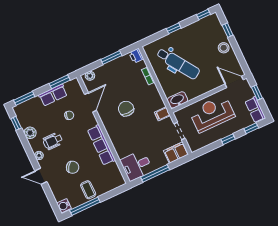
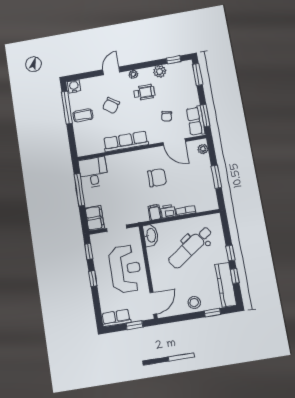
window: (203, 14) -> (235, 276), moved
kitchen counter: (202, 25) -> (226, 285), added
printer: (136, 56) -> (168, 211), moved
row of seats: (53, 95) -> (196, 121), moved
filing cabinet: (162, 114) -> (155, 212), moved
window: (251, 128) -> (89, 251), moved
wheelchair: (53, 141) -> (144, 92), turned 90

